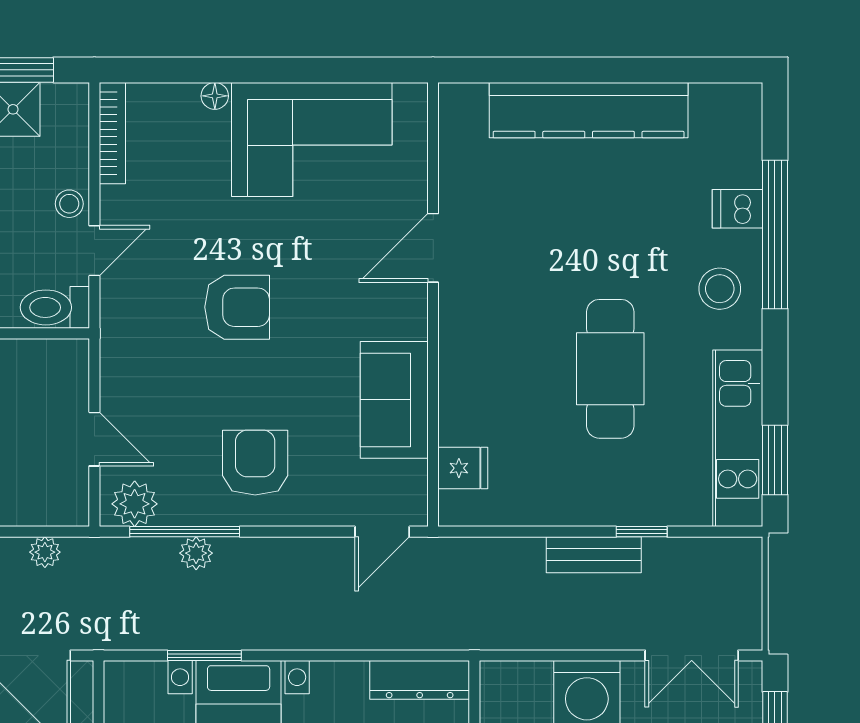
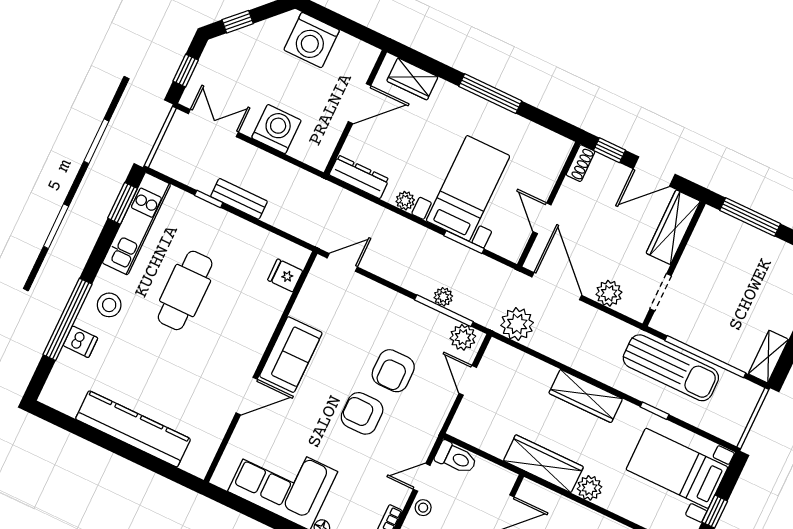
sofa: (394, 400) -> (291, 355), moved
armchair: (255, 463) -> (393, 371), moved
plant: (45, 552) -> (517, 324), width x1.87, depth x1.87
plant: (329, 677) -> (405, 201), added

